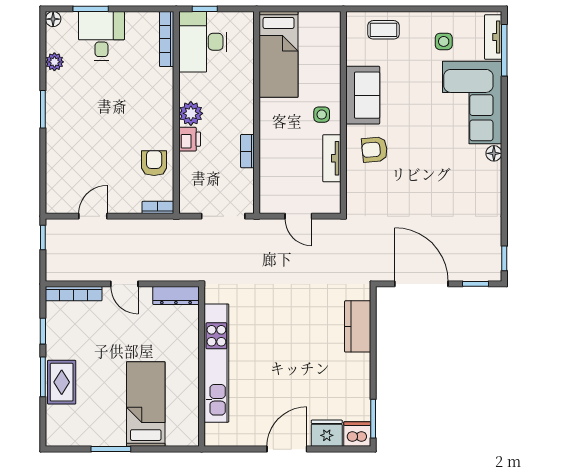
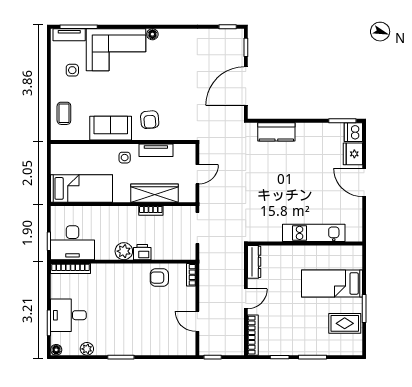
wardrobe: (272, 156) -> (155, 193), added
kitchen unit: (216, 363) -> (314, 233), width x0.73
rug: (62, 382) -> (345, 323), moved

